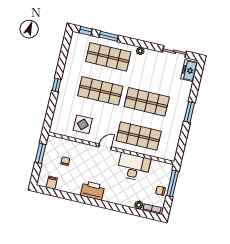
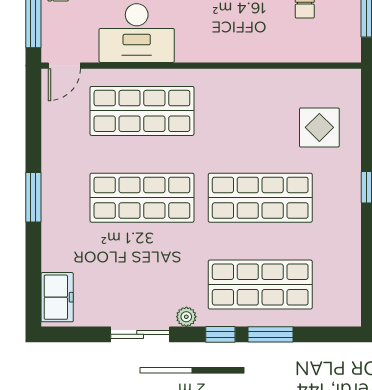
window: (86, 31) -> (220, 334), moved
sliding door: (174, 52) -> (140, 334), moved
display table: (83, 124) -> (319, 127), moved
door: (105, 147) -> (64, 66), moved

